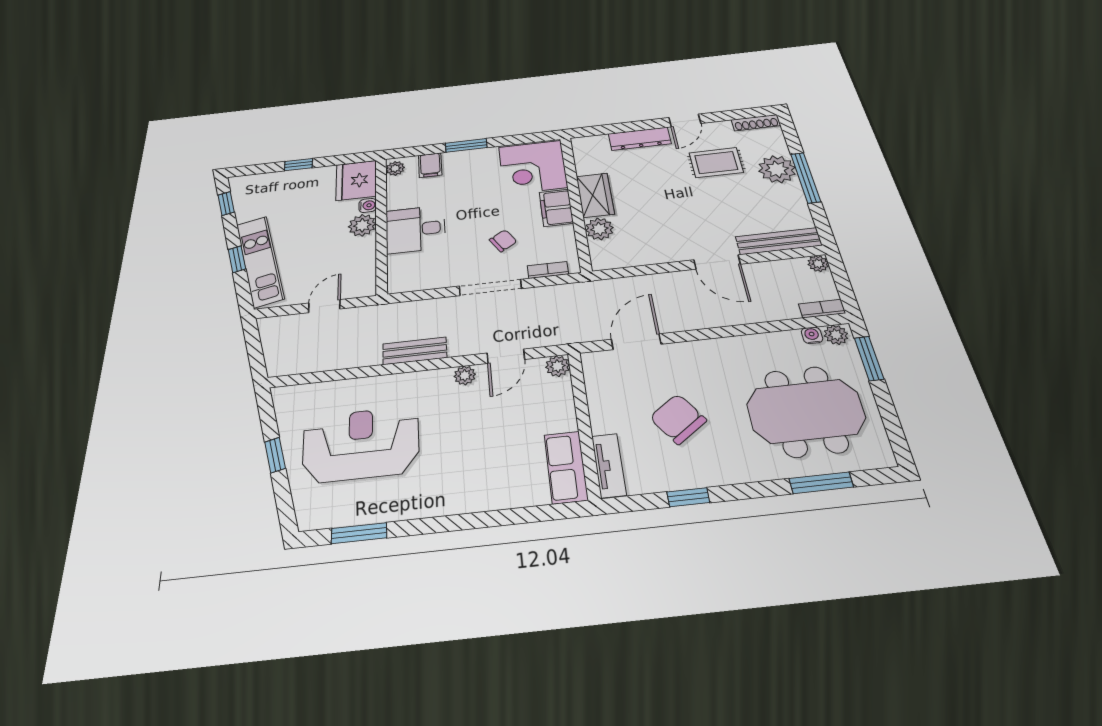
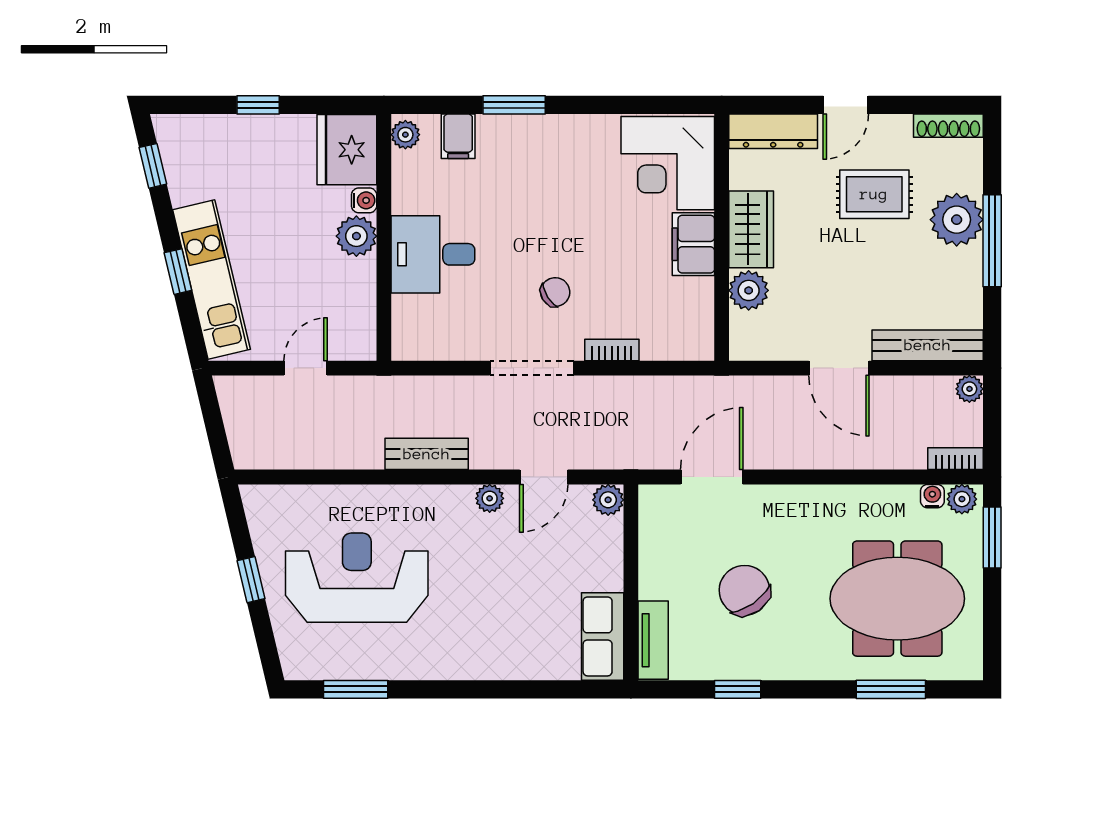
corner desk: (533, 167) -> (668, 163), moved
wardrobe: (595, 195) -> (751, 229), moved
wall: (575, 202) -> (722, 237), moved
filing cabinet: (556, 208) -> (693, 244), moved
plant: (599, 229) -> (749, 290), moved

